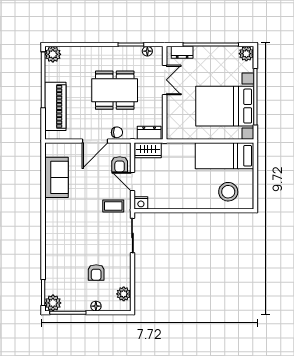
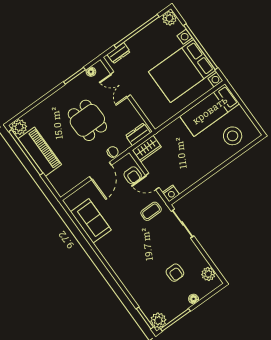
double door: (165, 80) -> (121, 84), swing flipped
dining table: (115, 90) -> (87, 120), width x0.73
piano: (55, 106) -> (40, 152), moved

